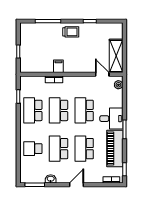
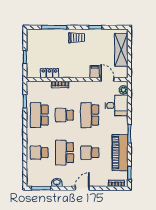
shelving: (116, 56) -> (121, 50), moved
filing cabinet: (58, 66) -> (95, 72), moved
locker: (43, 68) -> (49, 73), added
school desk: (59, 110) -> (64, 115), width x0.54
desk: (111, 119) -> (117, 105), moved
school desk: (84, 149) -> (90, 153), width x0.54

